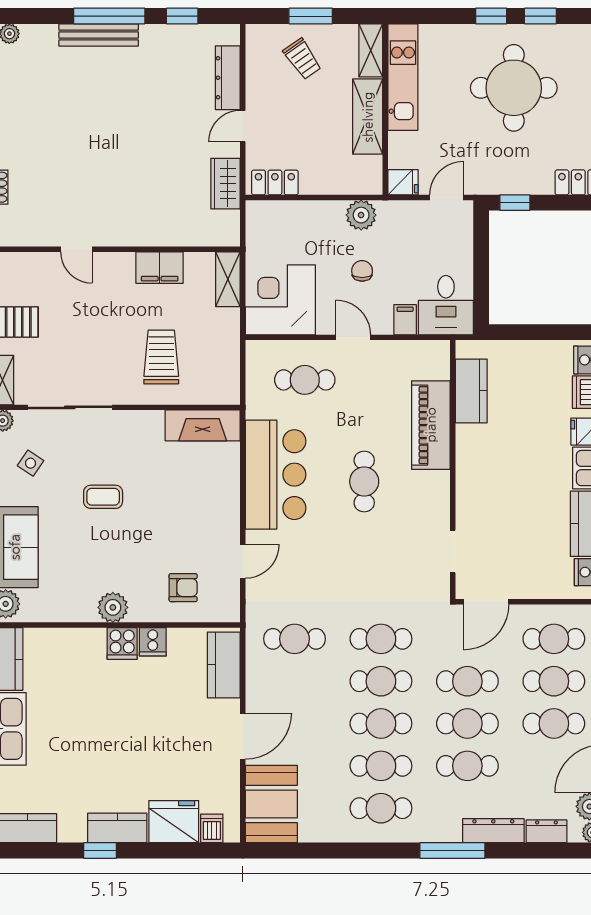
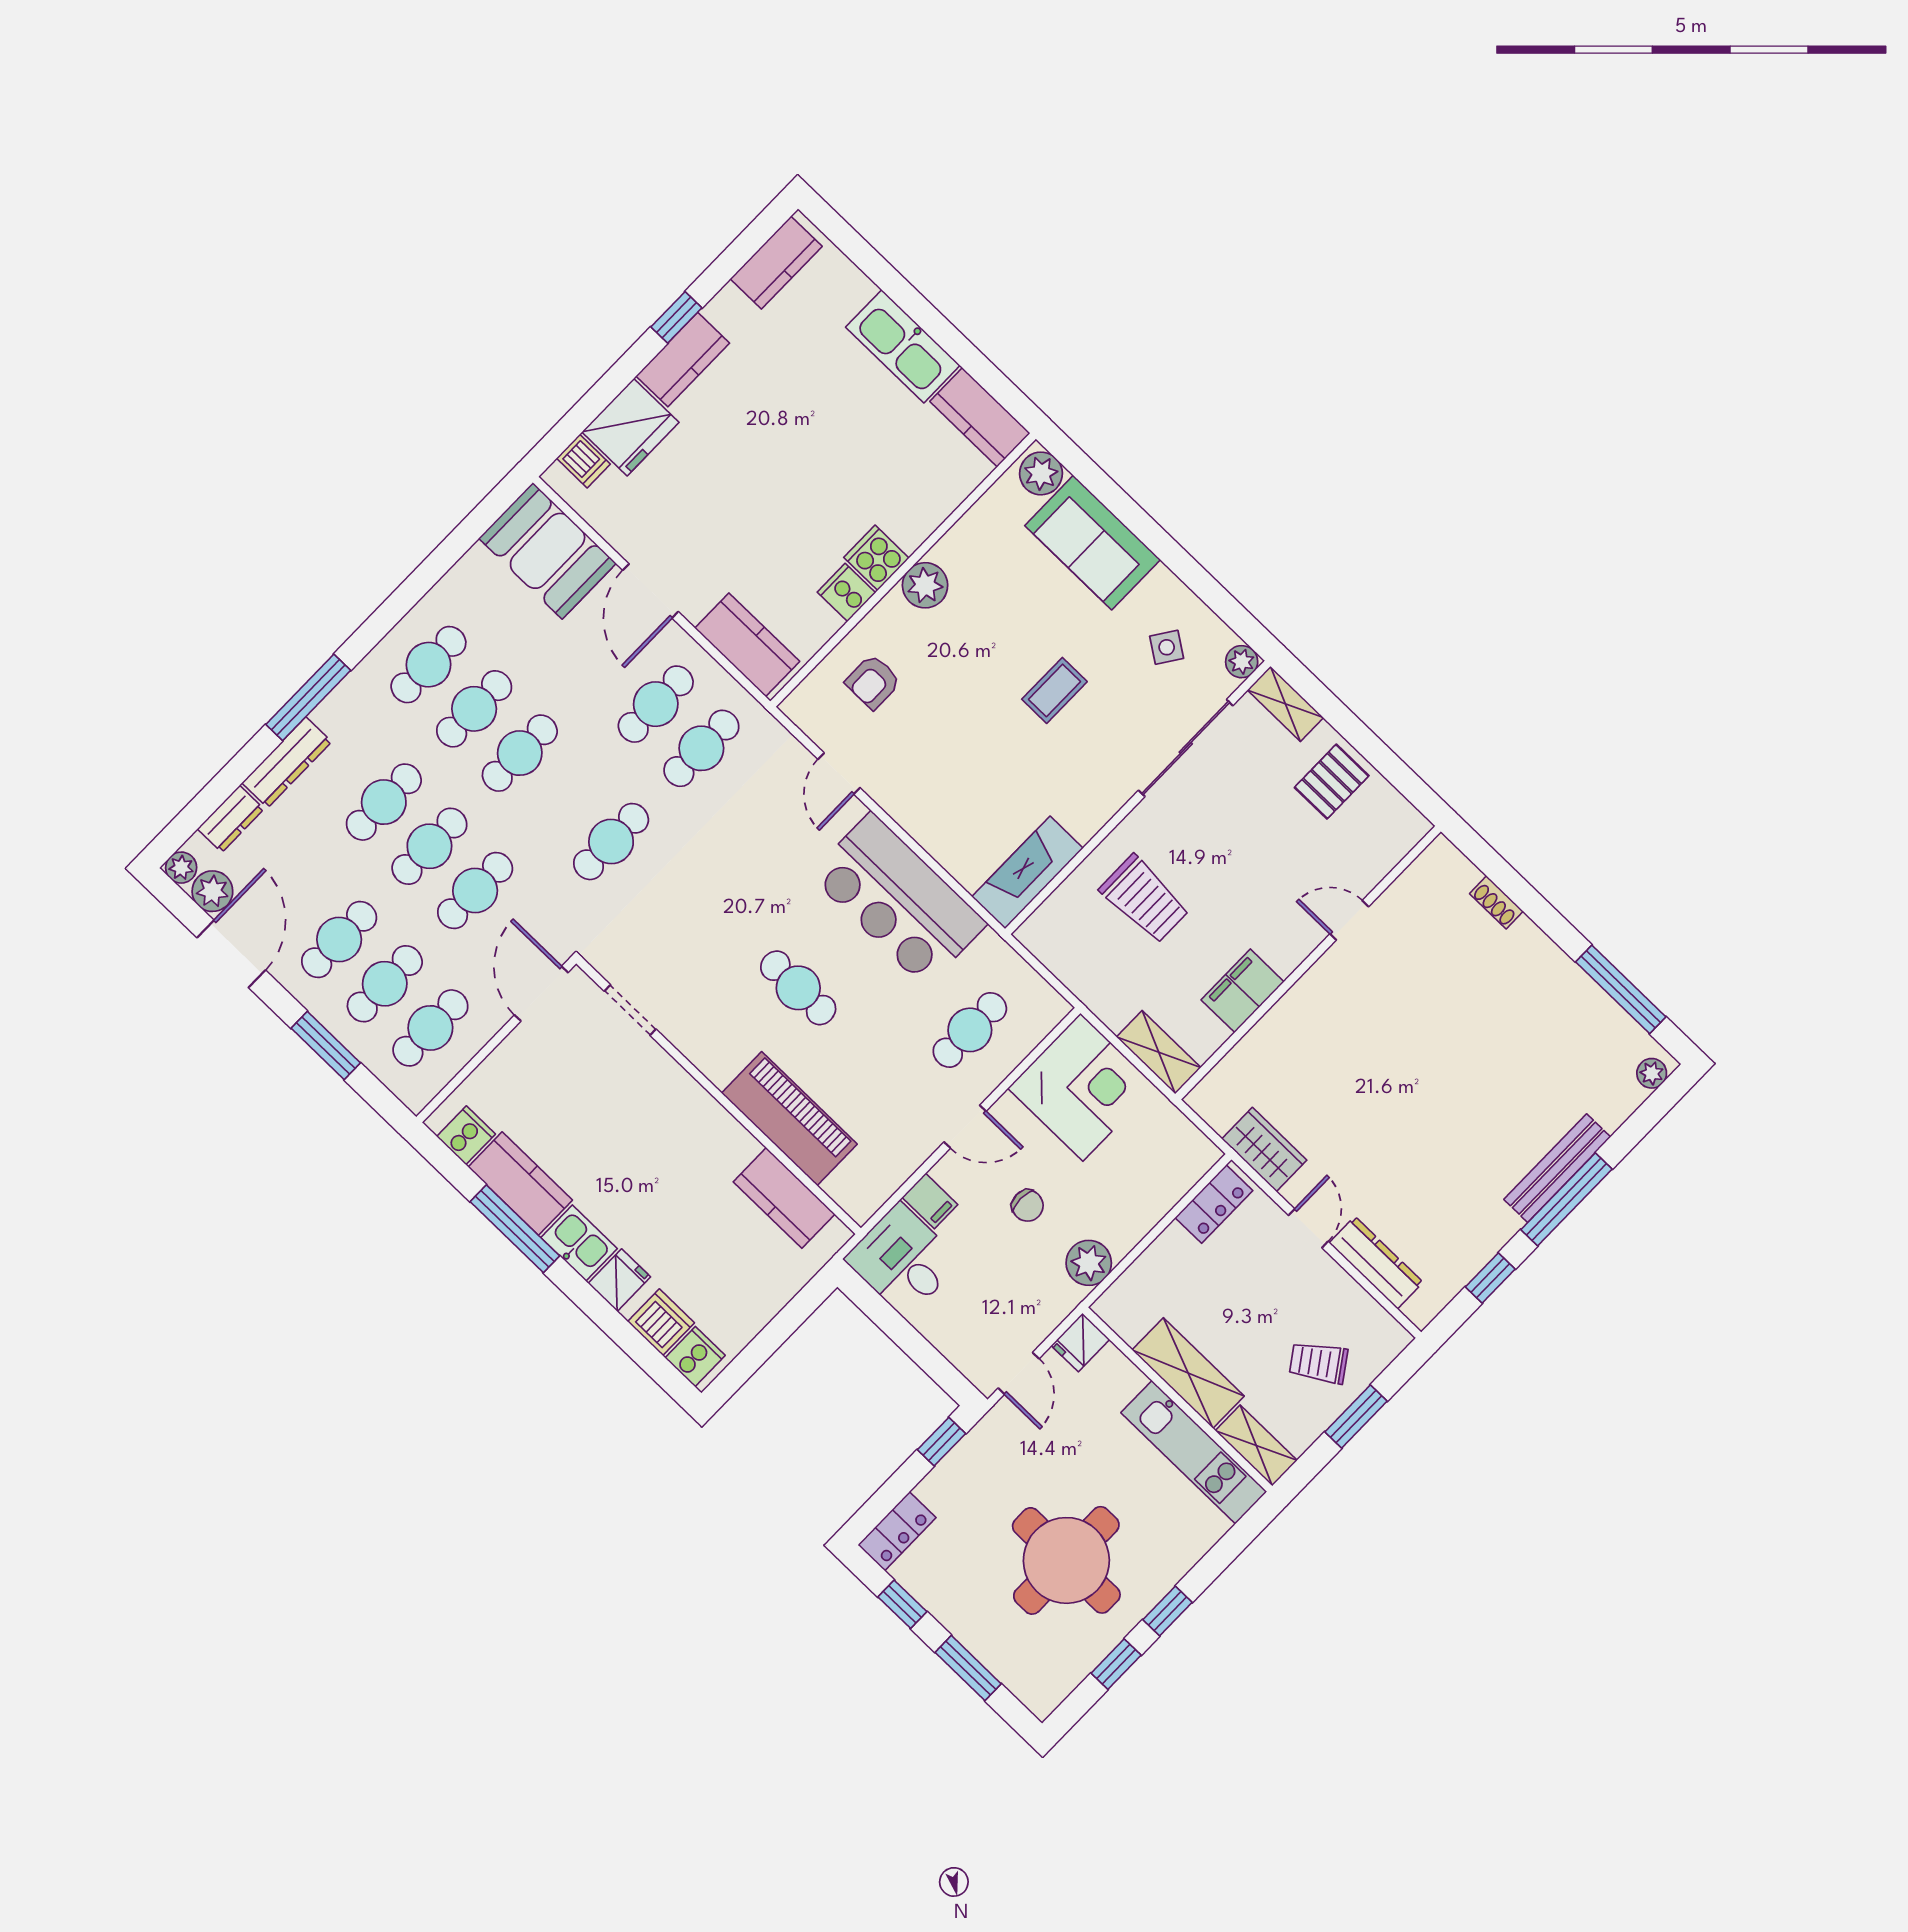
cafe table: (381, 681) -> (656, 704), moved

